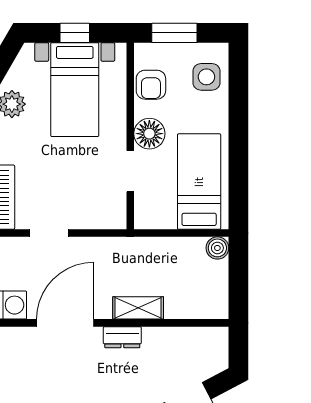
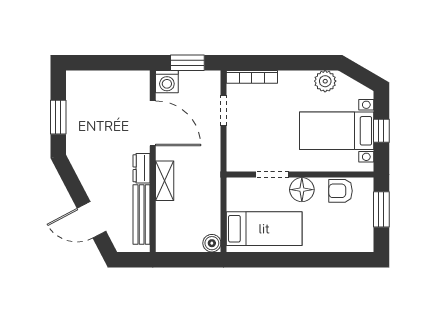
side table: (206, 77) -> (347, 235), removed
bench: (181, 337) -> (142, 215), added

